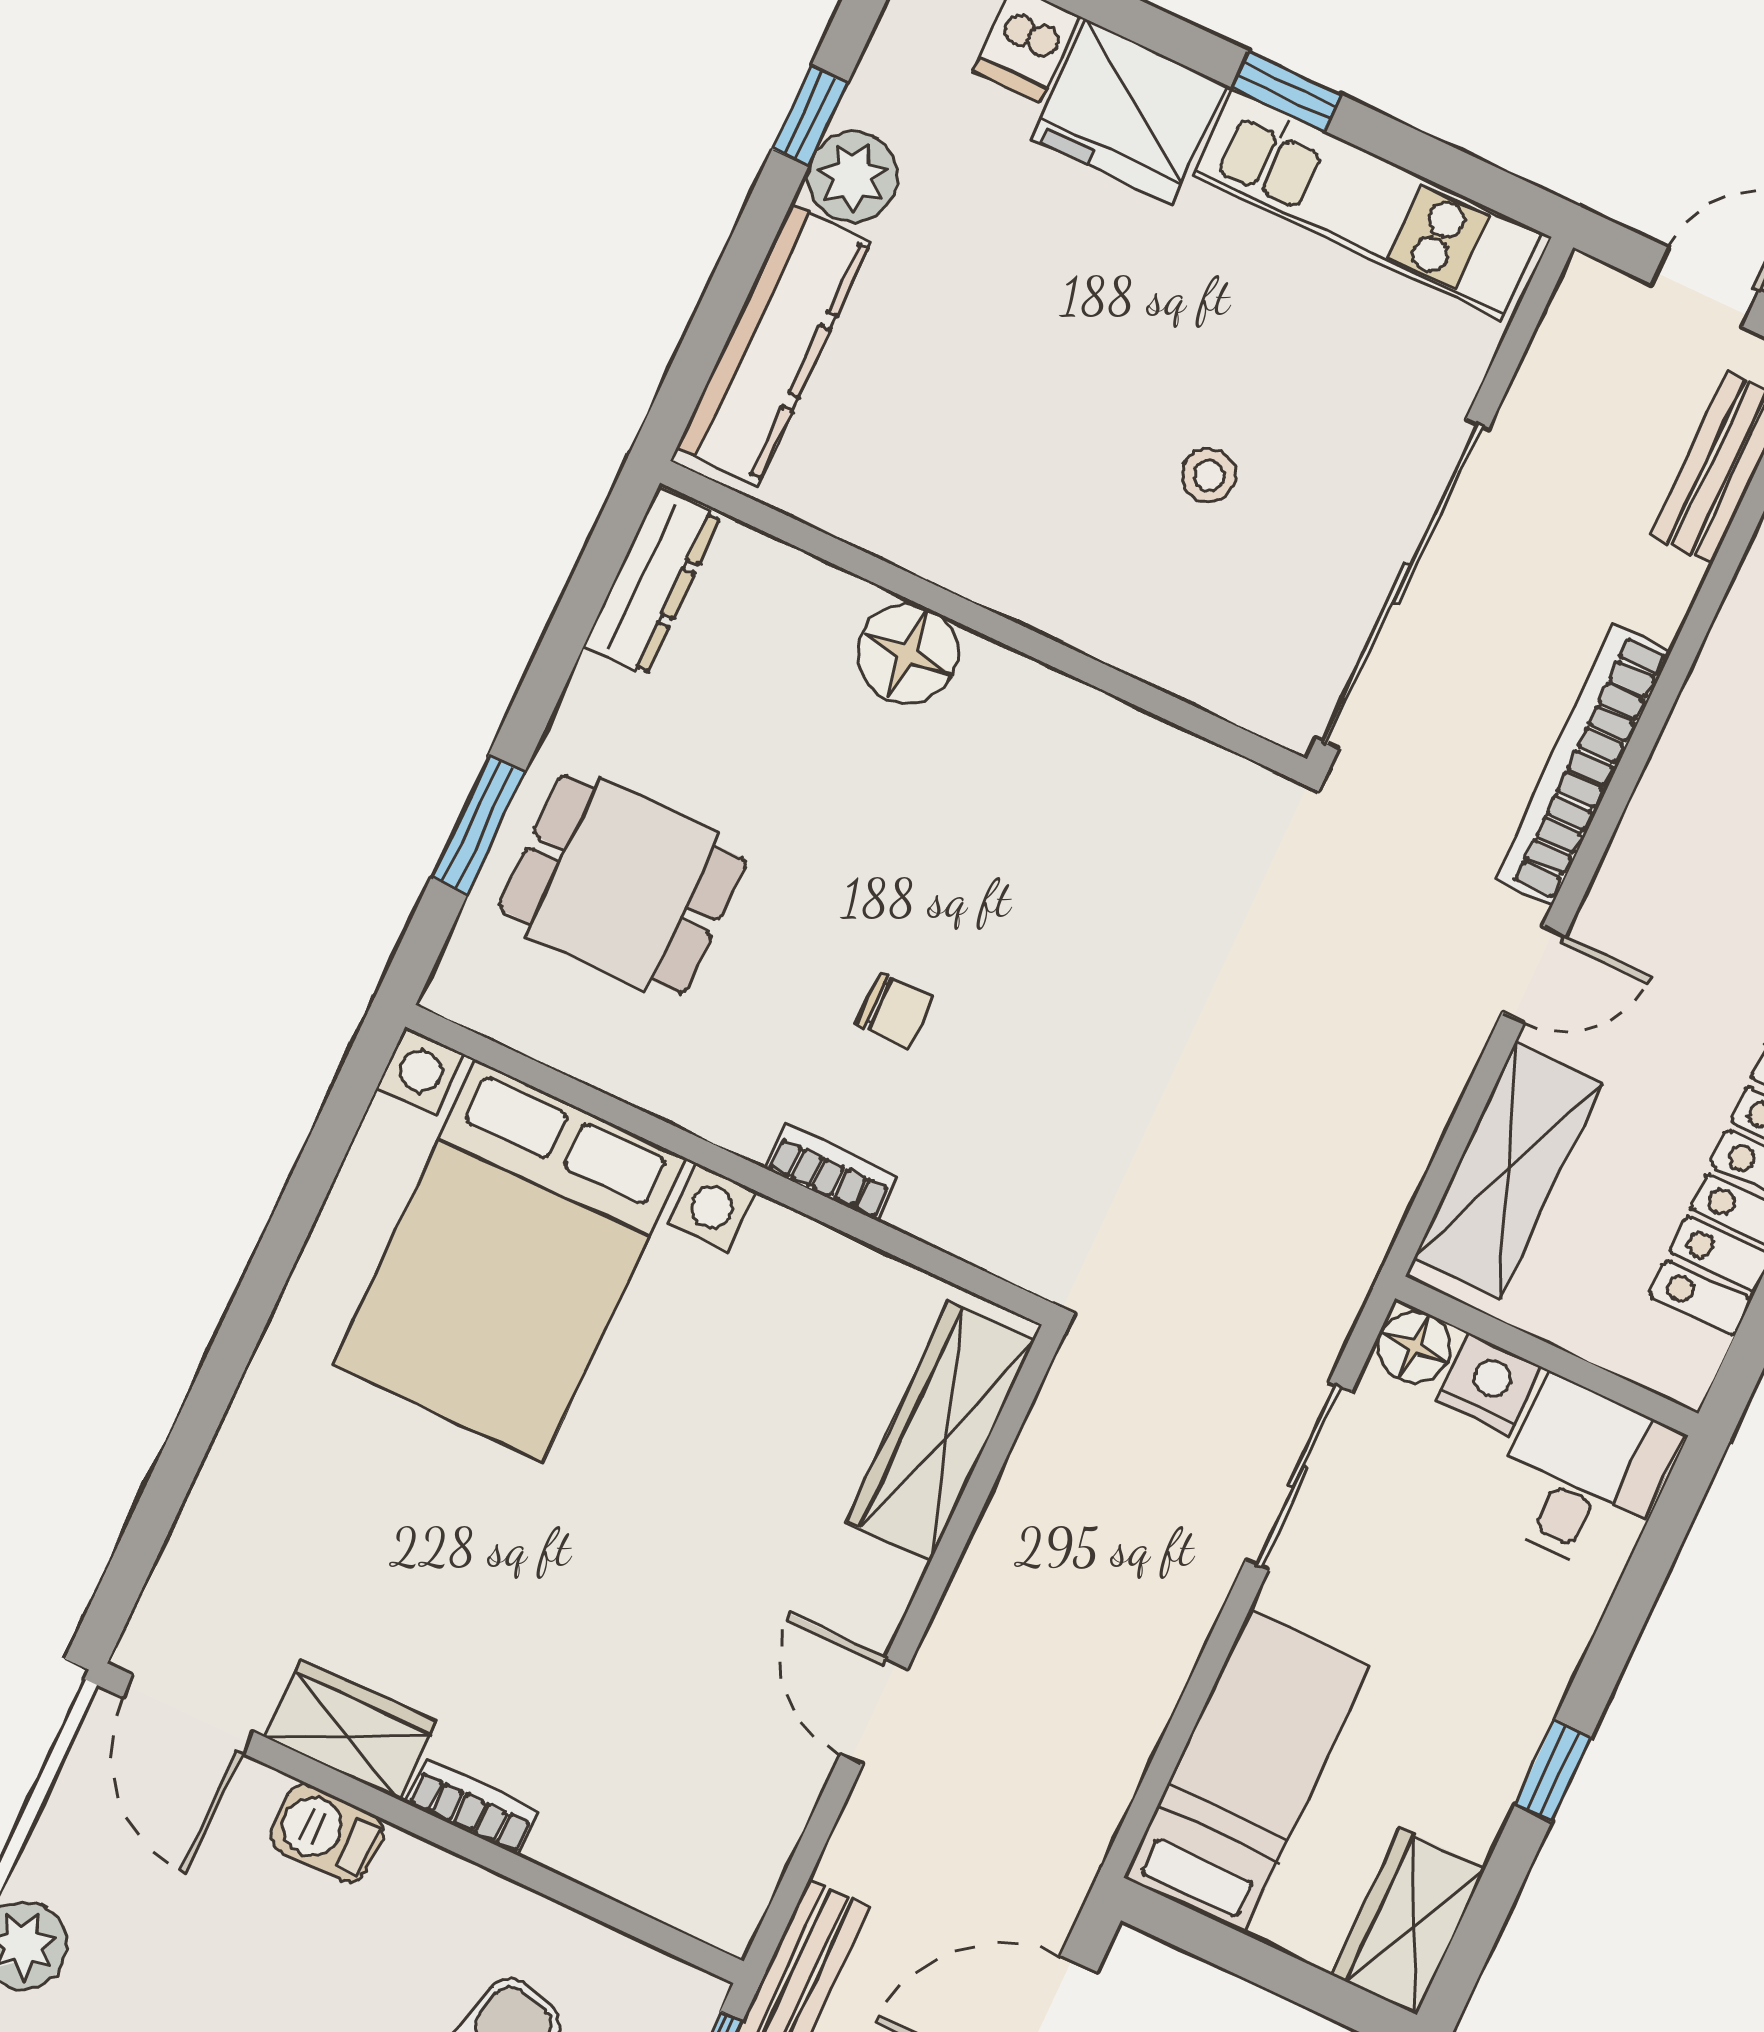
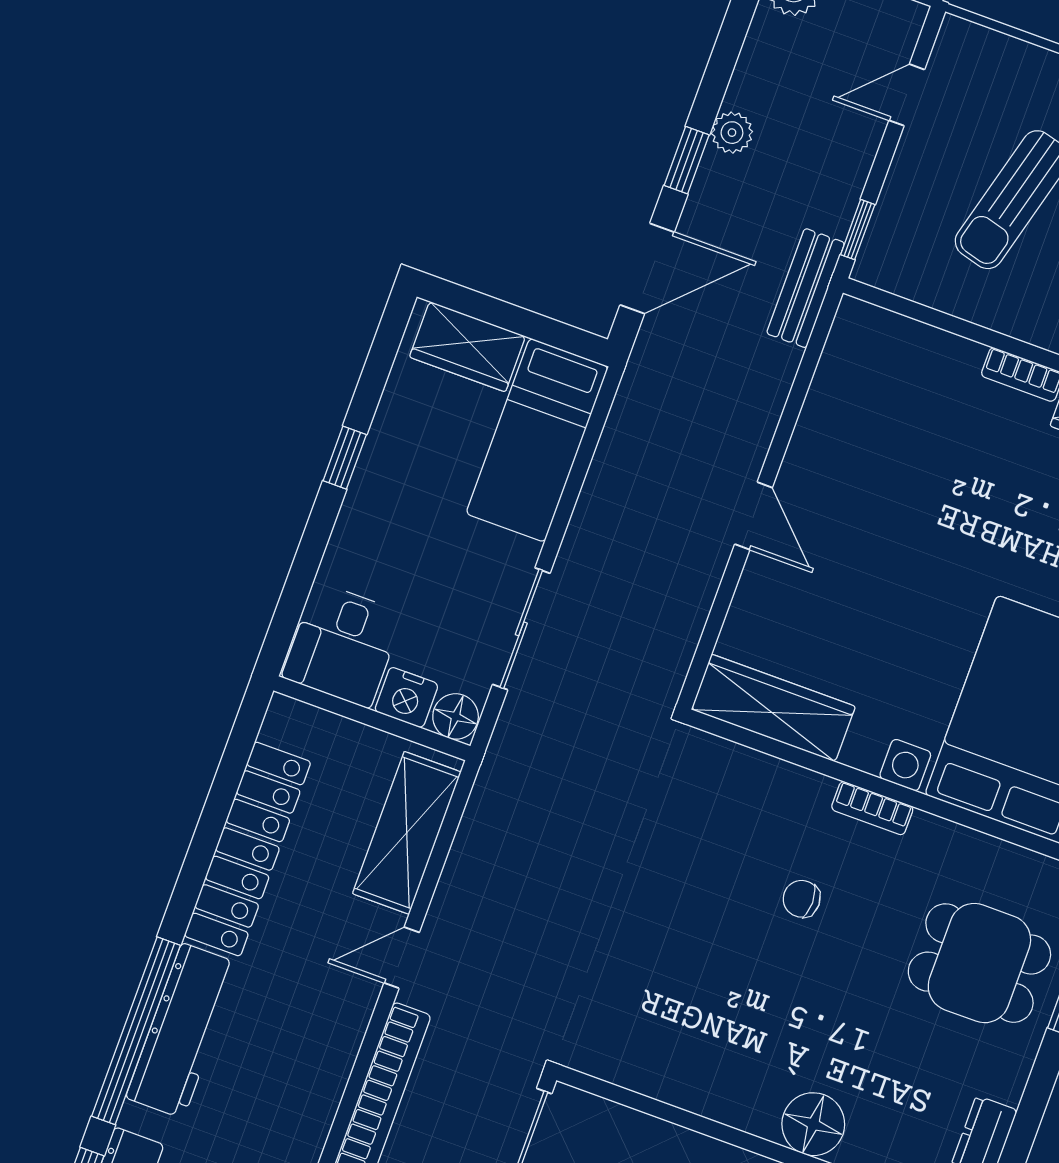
bookcase: (831, 1172) -> (872, 808), moved
wardrobe: (940, 1432) -> (773, 708), moved, turned -90
door: (874, 1712) -> (754, 516), moved
wardrobe: (1409, 1922) -> (467, 347), moved, turned 90

